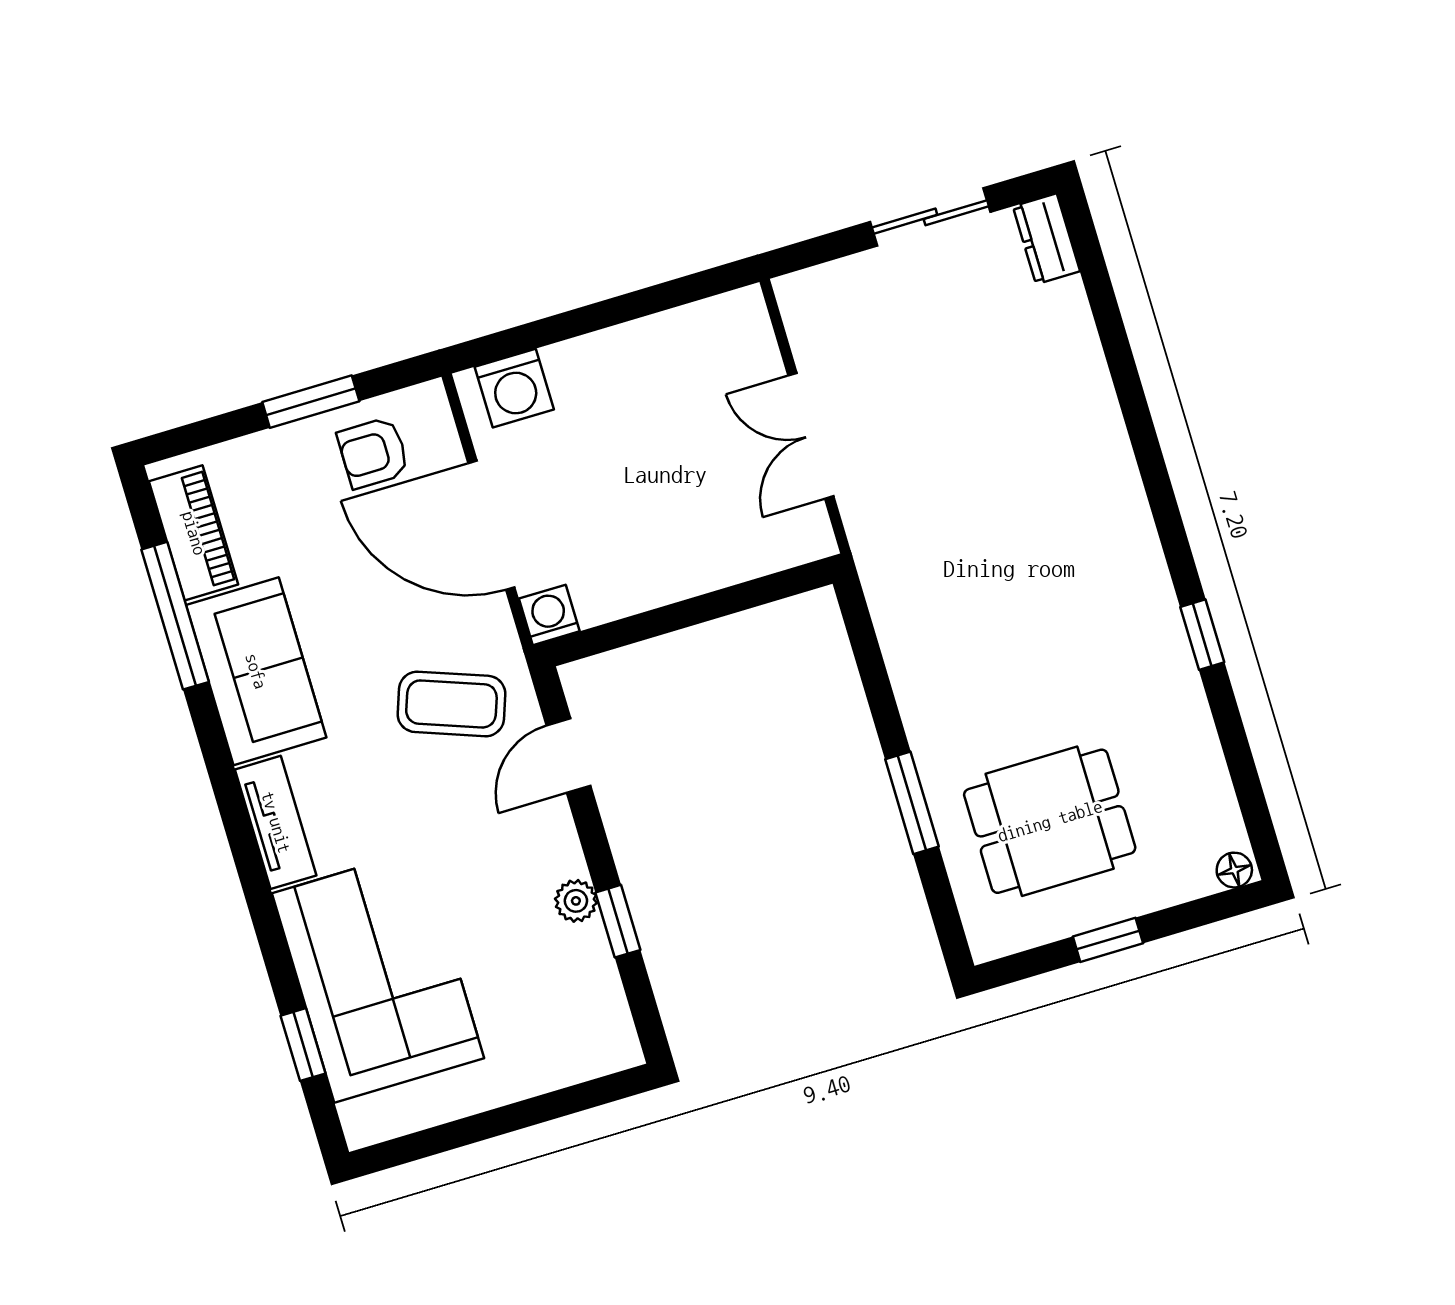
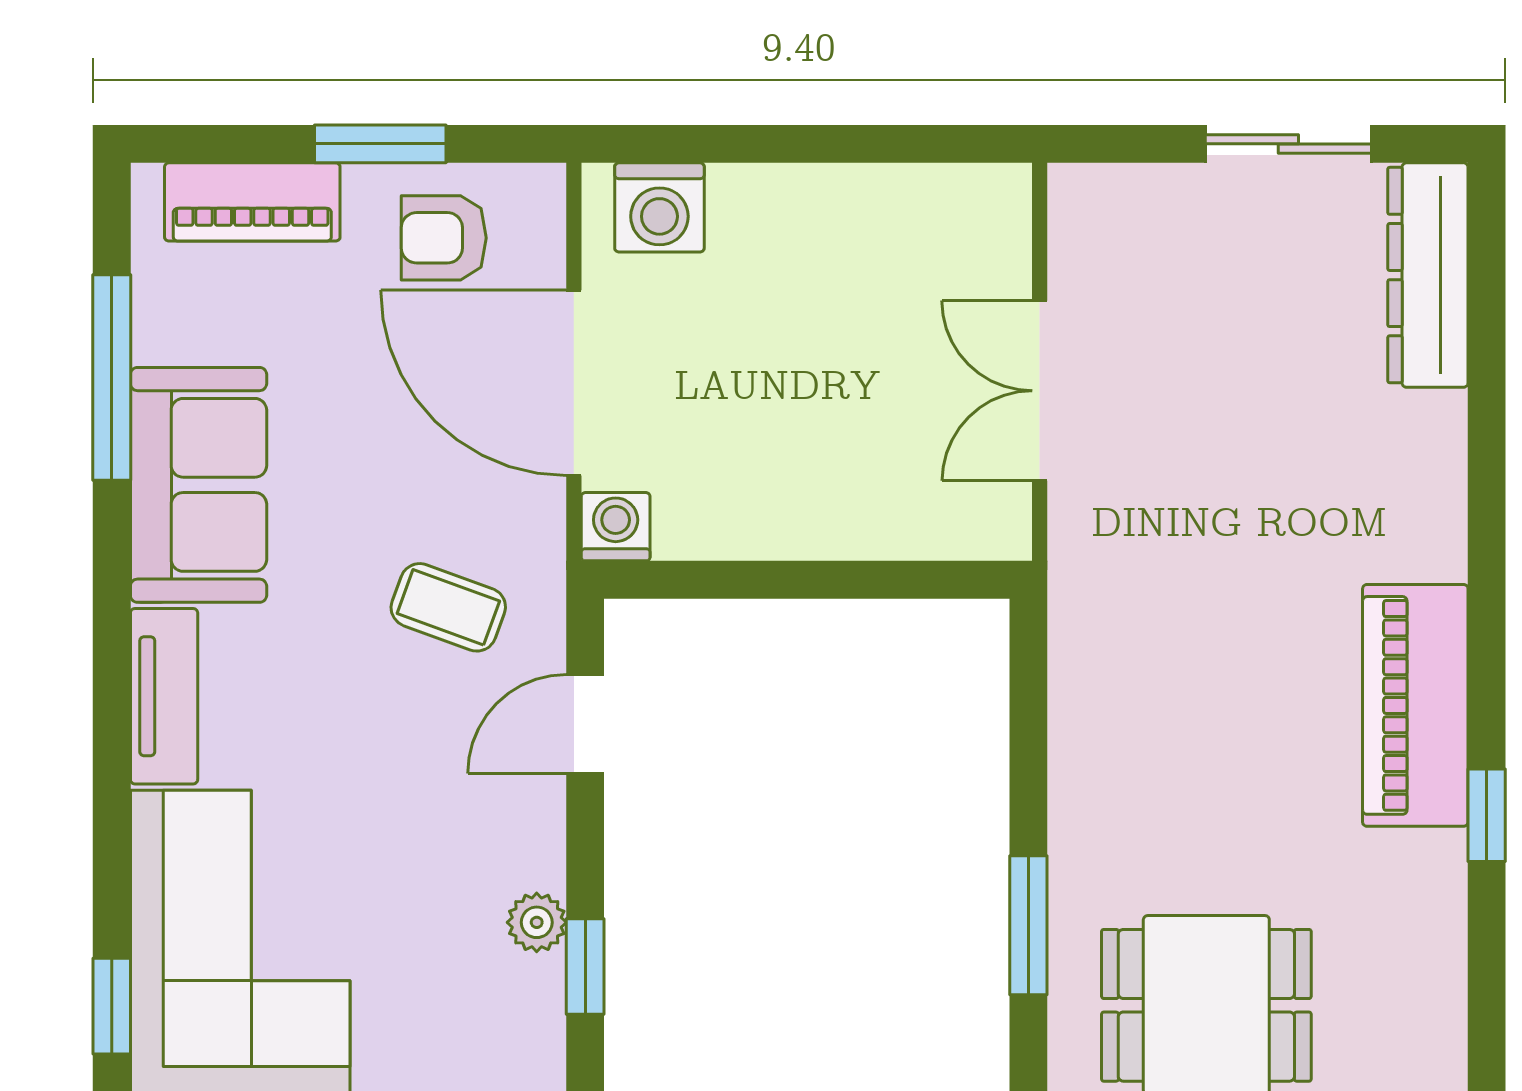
dresser: (1046, 239) -> (1428, 275), width x1.96, depth x1.24
piano: (194, 533) -> (252, 202), moved, turned 90
piano: (1131, 574) -> (1415, 705), added
coffee table: (451, 704) -> (448, 607), width x0.73, depth x0.77

